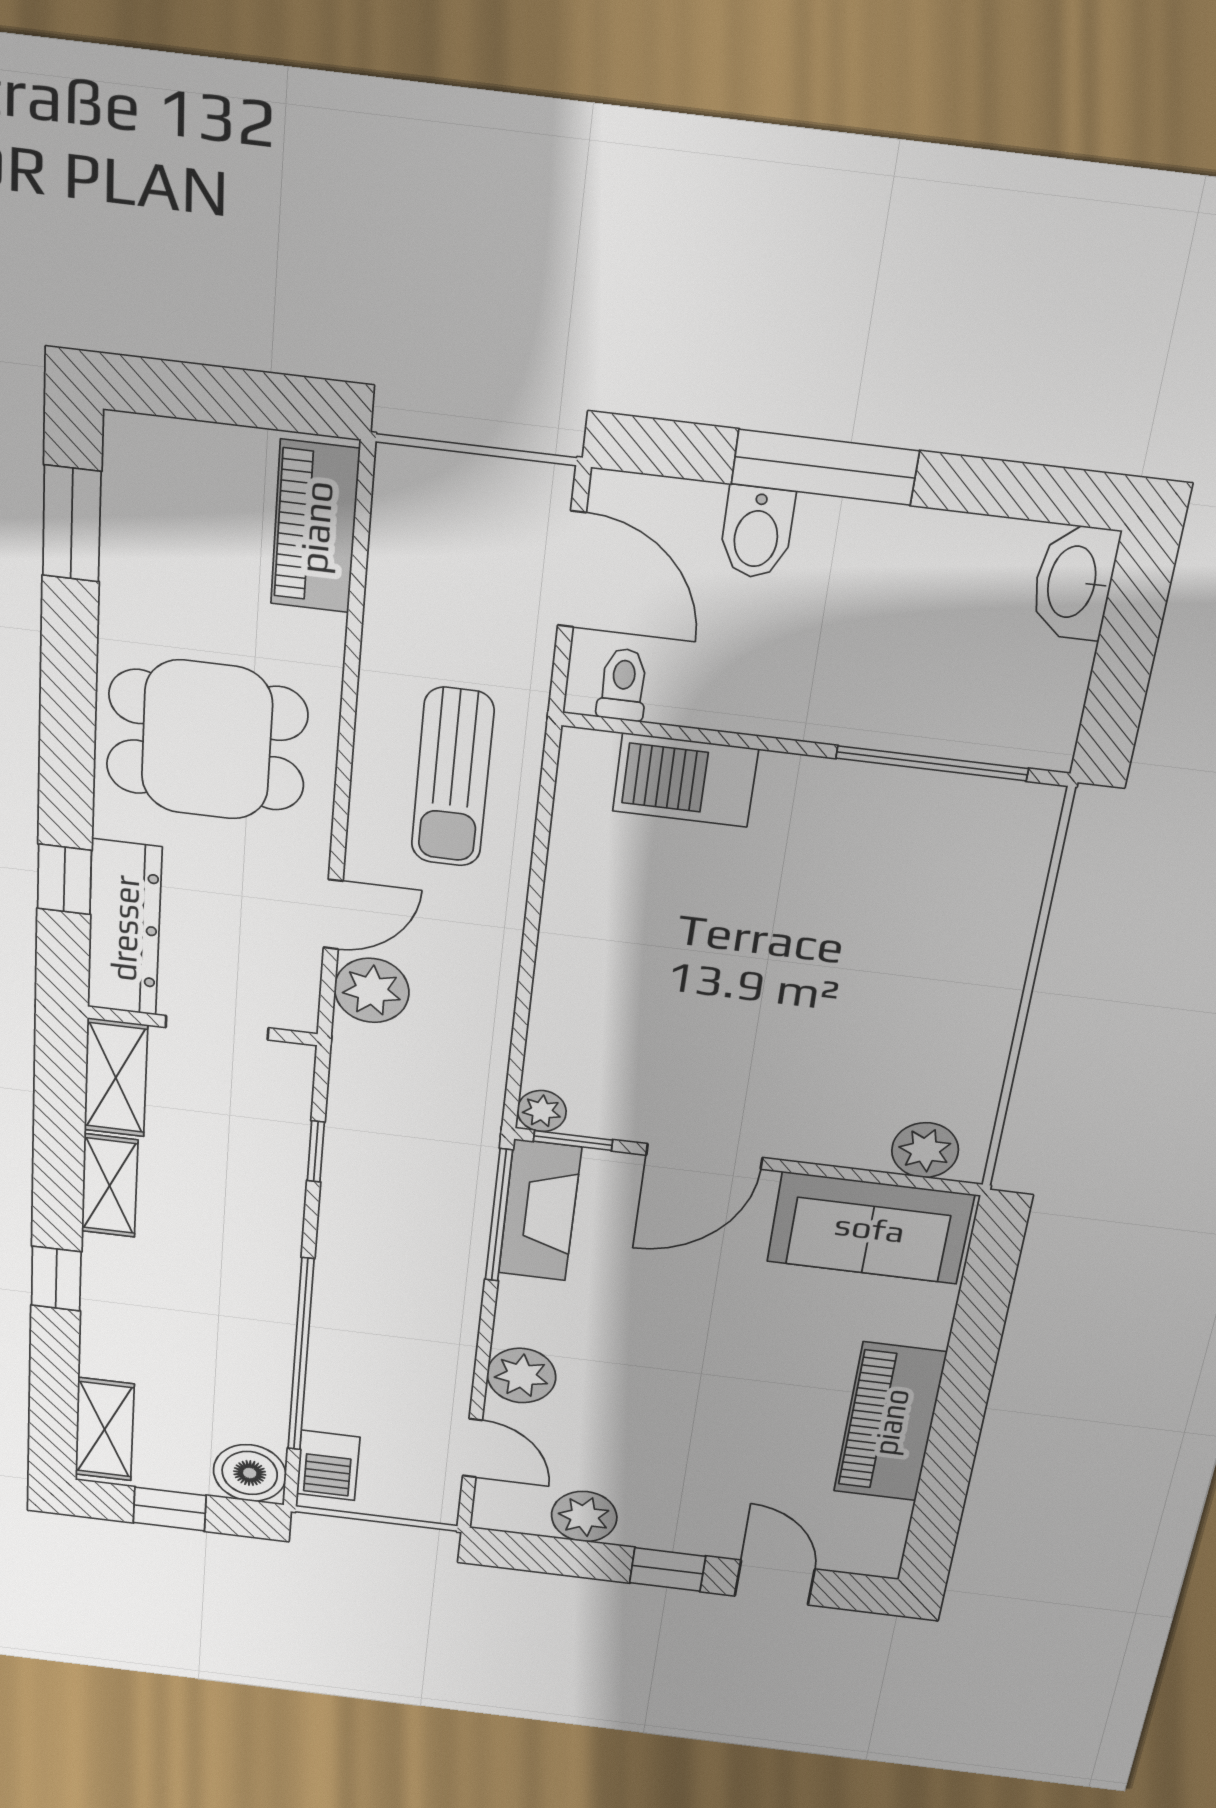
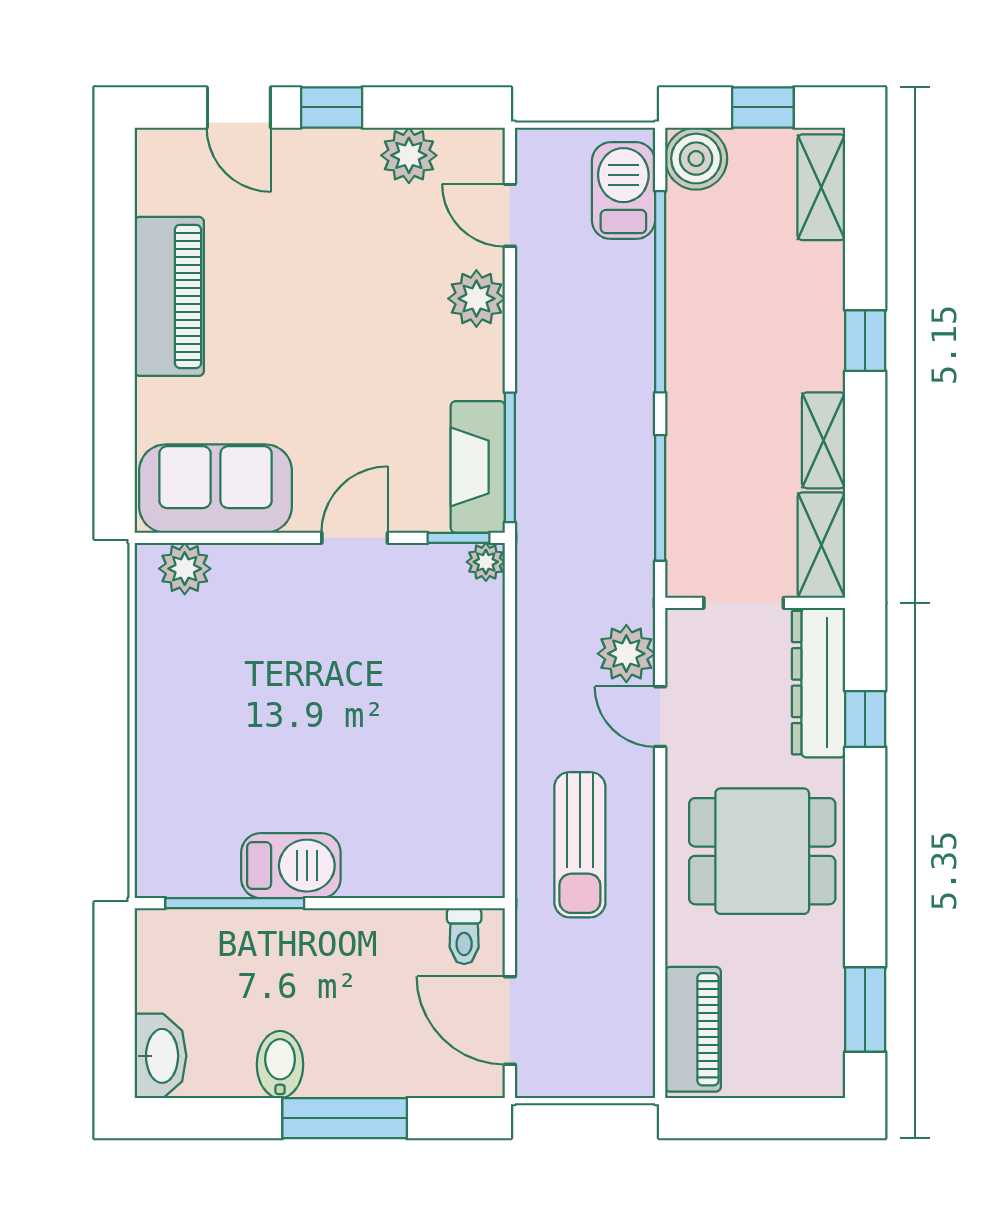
bidet: (757, 532) -> (280, 1065), moved
sun lounger: (453, 778) -> (580, 845), turned 180
barbecue: (685, 780) -> (291, 866), moved
door: (333, 914) -> (660, 717), hinge flipped
window: (316, 1151) -> (660, 498), width x2.17
door: (704, 1156) -> (355, 538), width x0.73
barbecue: (328, 1465) -> (623, 191), width x1.38, depth x1.27

